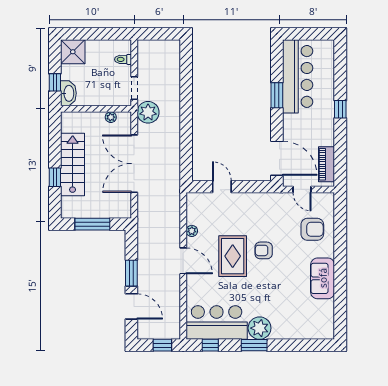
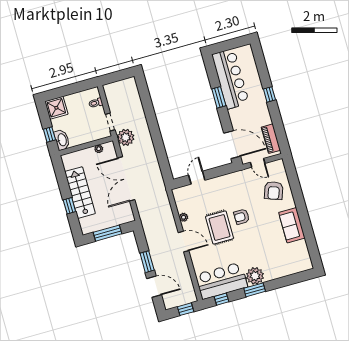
door: (222, 187) -> (197, 178), hinge flipped
armchair: (312, 229) -> (274, 191), turned 110

